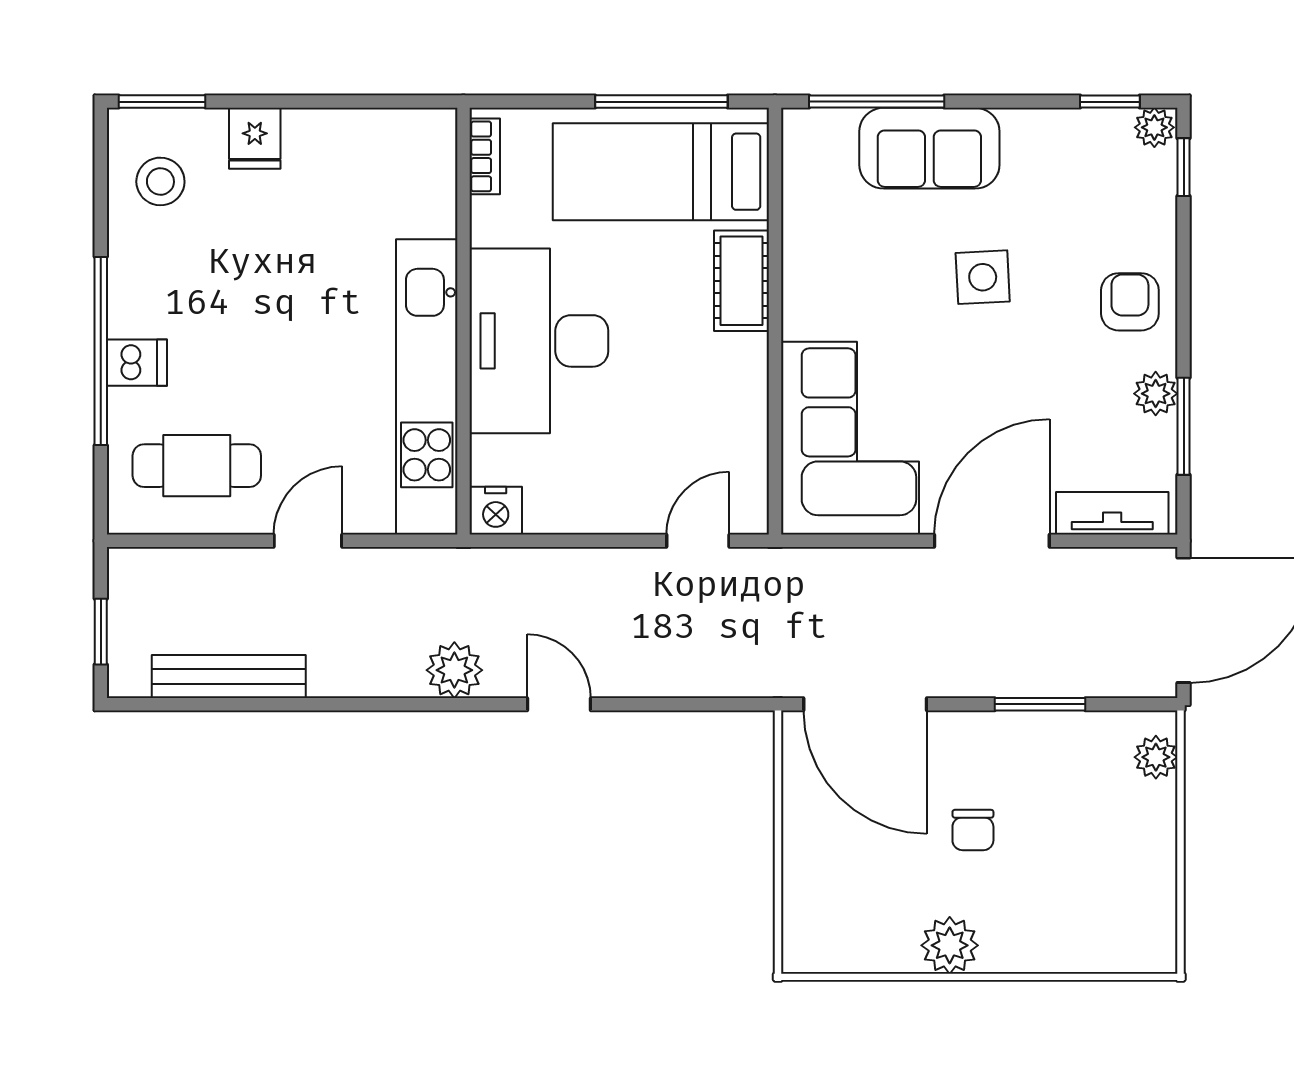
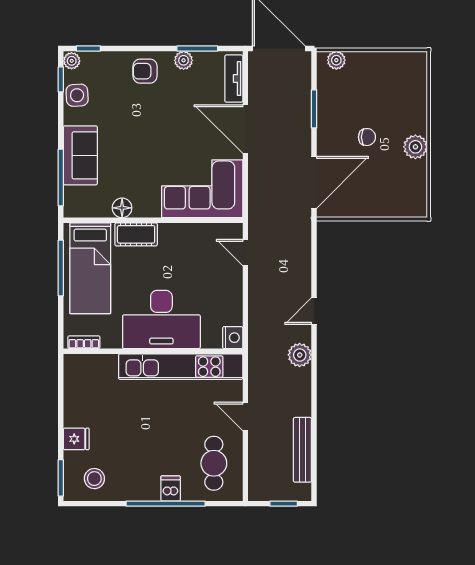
floor lamp: (804, 247) -> (122, 208), added
side table: (983, 277) -> (77, 95), moved

